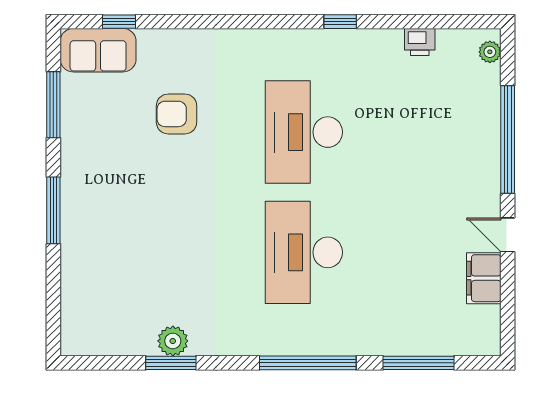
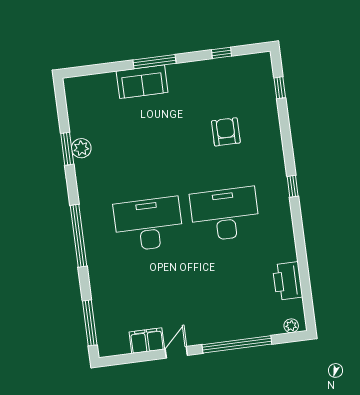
window: (340, 22) -> (293, 186), moved
printer: (420, 42) -> (287, 281), width x1.87, depth x1.48
sofa: (98, 50) -> (142, 82), moved, turned -90
window: (53, 105) -> (222, 53), width x0.46
window: (418, 363) -> (90, 323), moved

